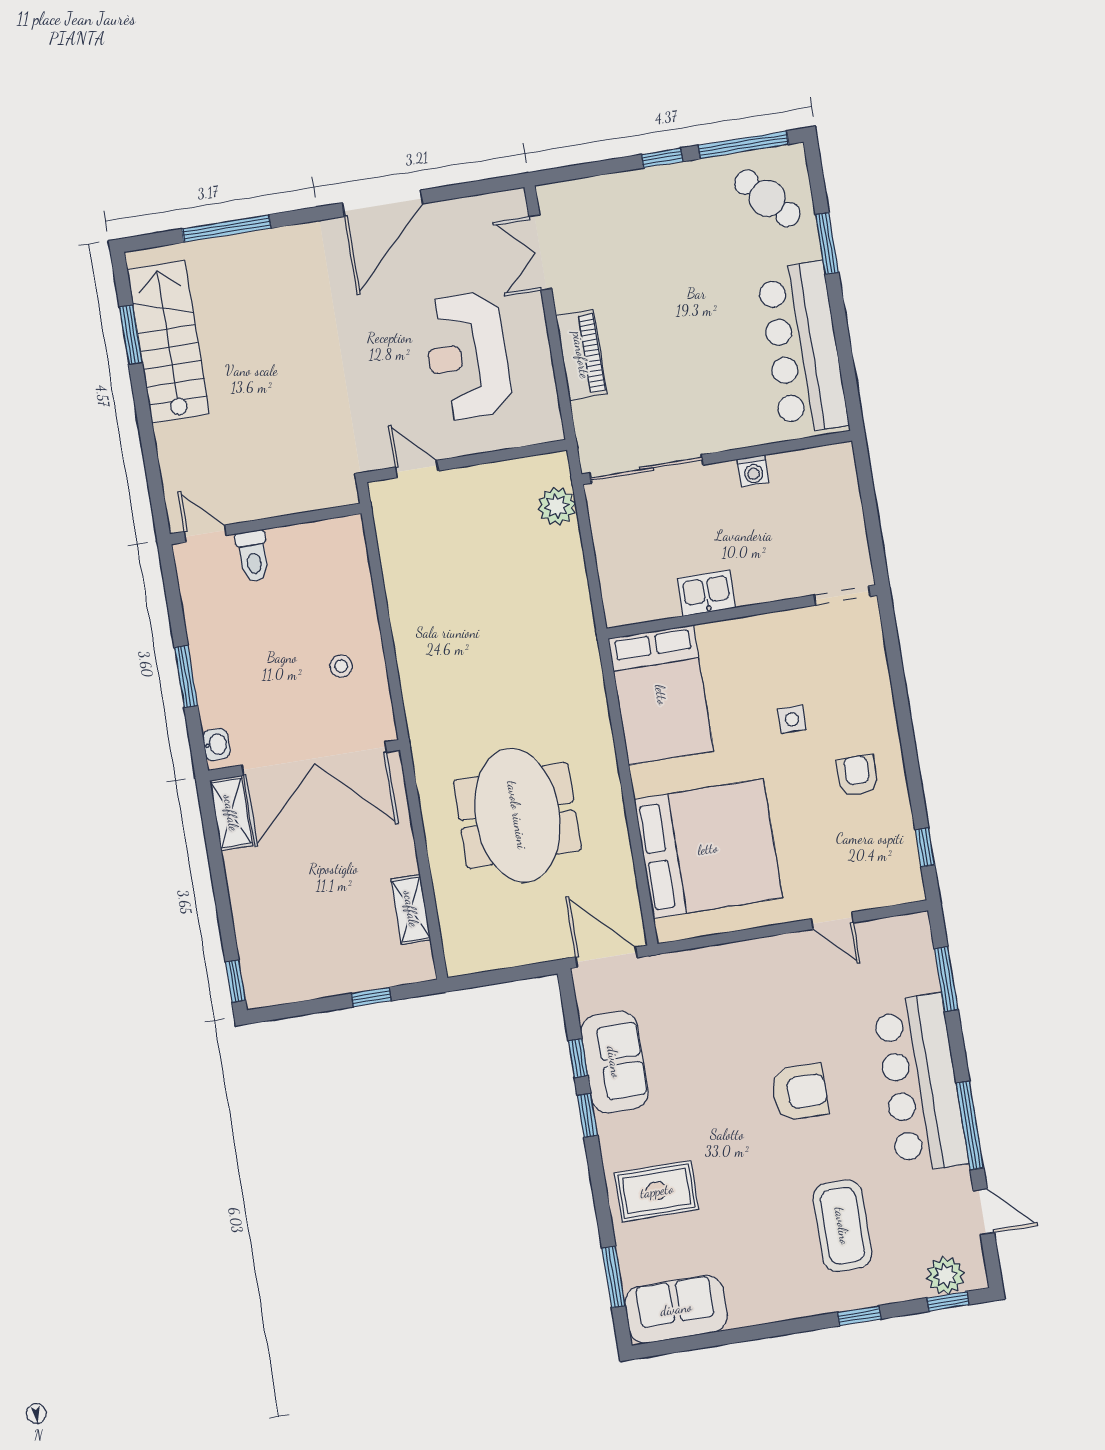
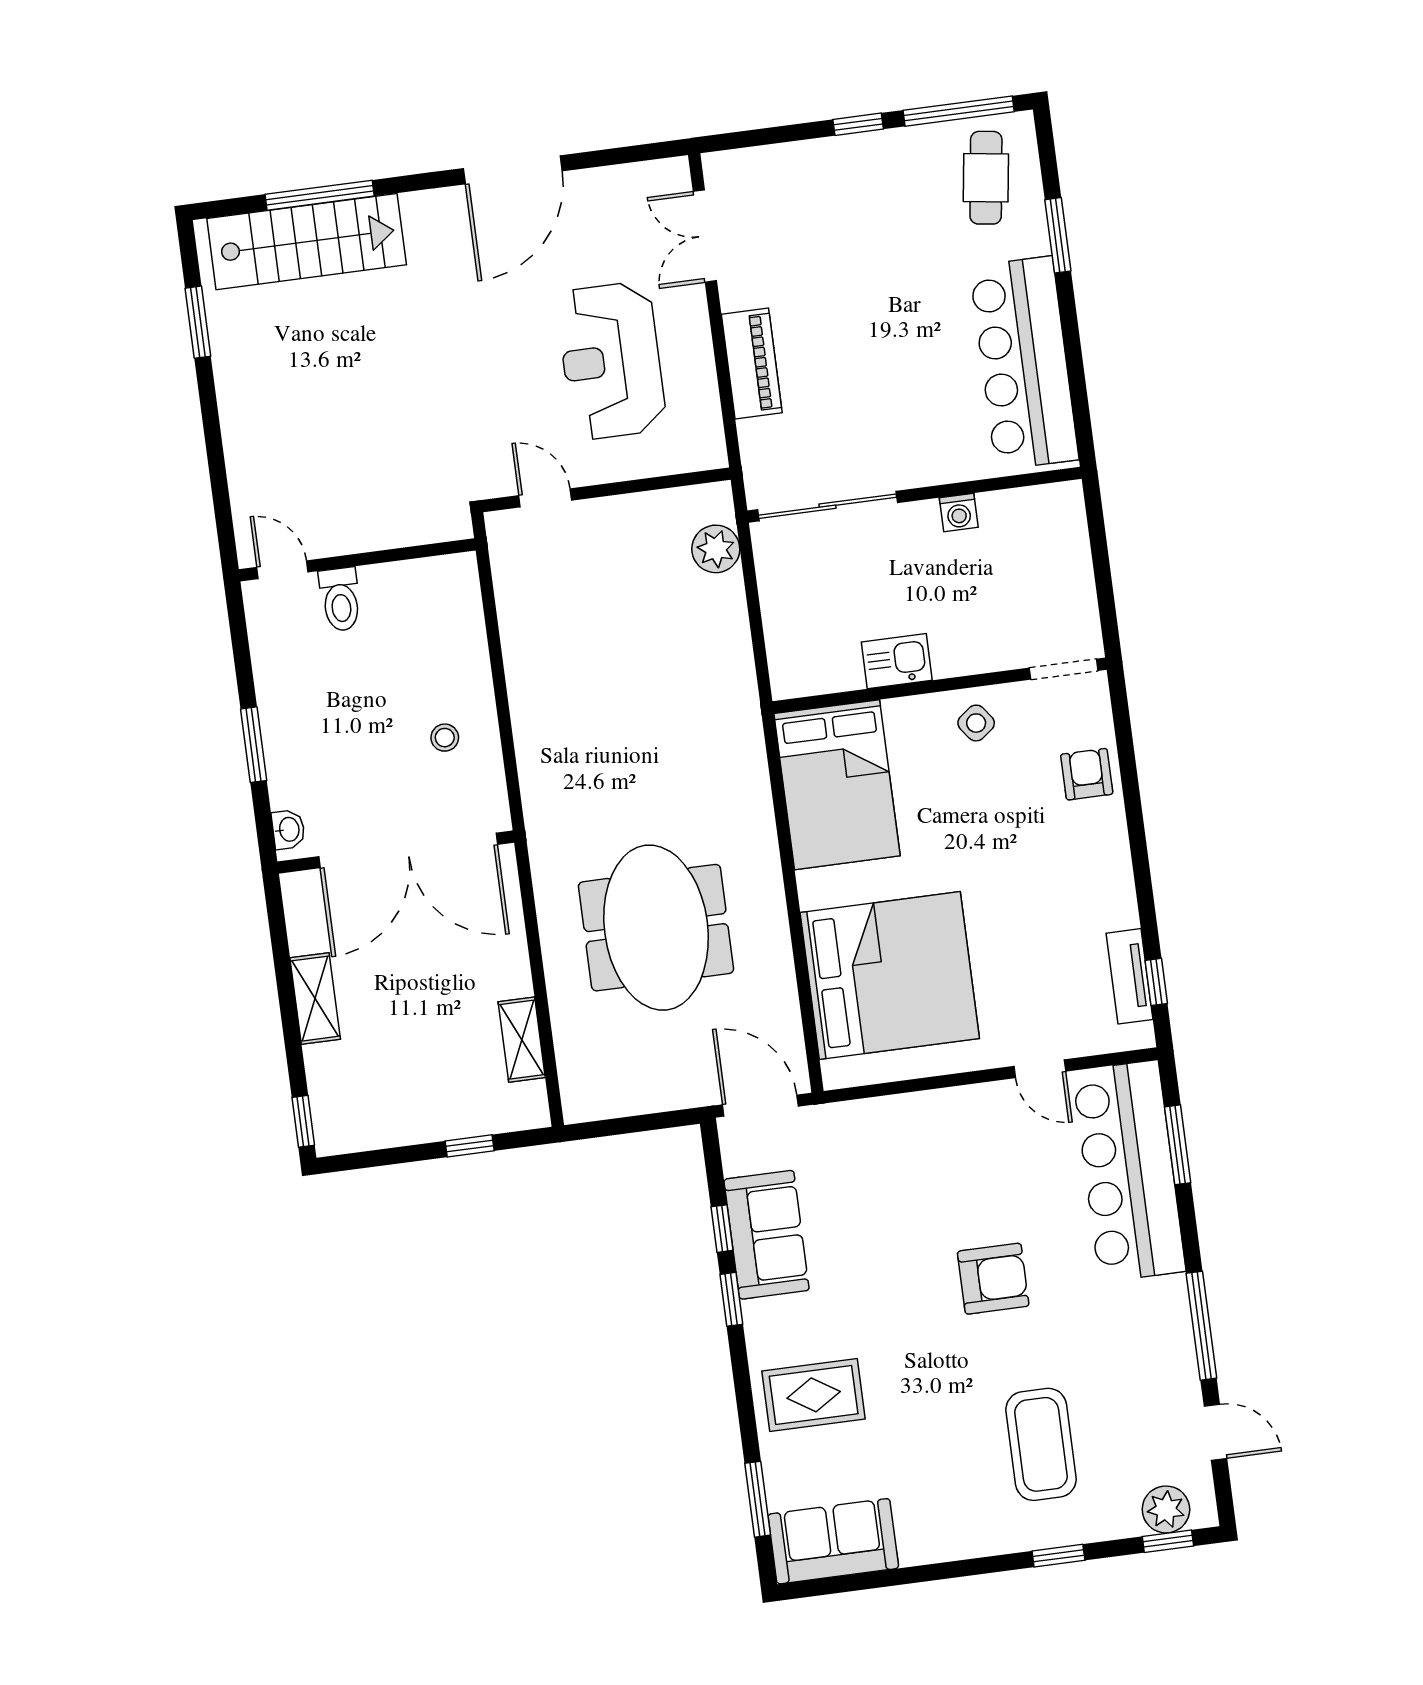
cafe table: (767, 198) -> (986, 178), turned 51
stairs: (168, 342) -> (307, 242), moved, turned 90
side table: (792, 719) -> (976, 723), moved, turned -37
armchair: (857, 775) -> (1087, 774), moved
shelving: (231, 813) -> (315, 999), moved
tv unit: (903, 843) -> (1129, 976), added
bar counter: (920, 1084) -> (1129, 1171), moved

